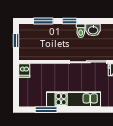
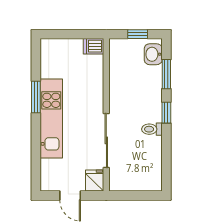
washbasin: (93, 30) -> (153, 54), moved
window: (46, 110) -> (36, 97), moved

